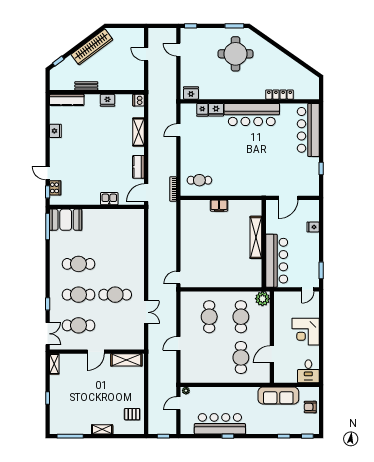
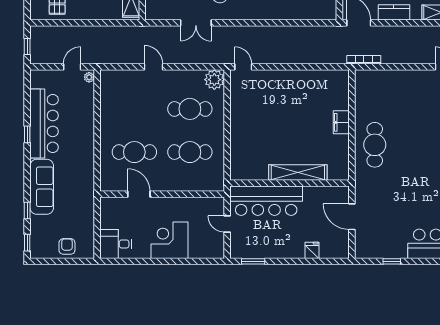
cafe table: (199, 180) -> (375, 145), moved, width x1.37, depth x1.35
door: (308, 289) -> (227, 224), moved
plant: (262, 299) -> (214, 80), moved
sofa: (278, 396) -> (42, 187), moved, turned 180
door: (178, 403) -> (72, 67), hinge flipped

